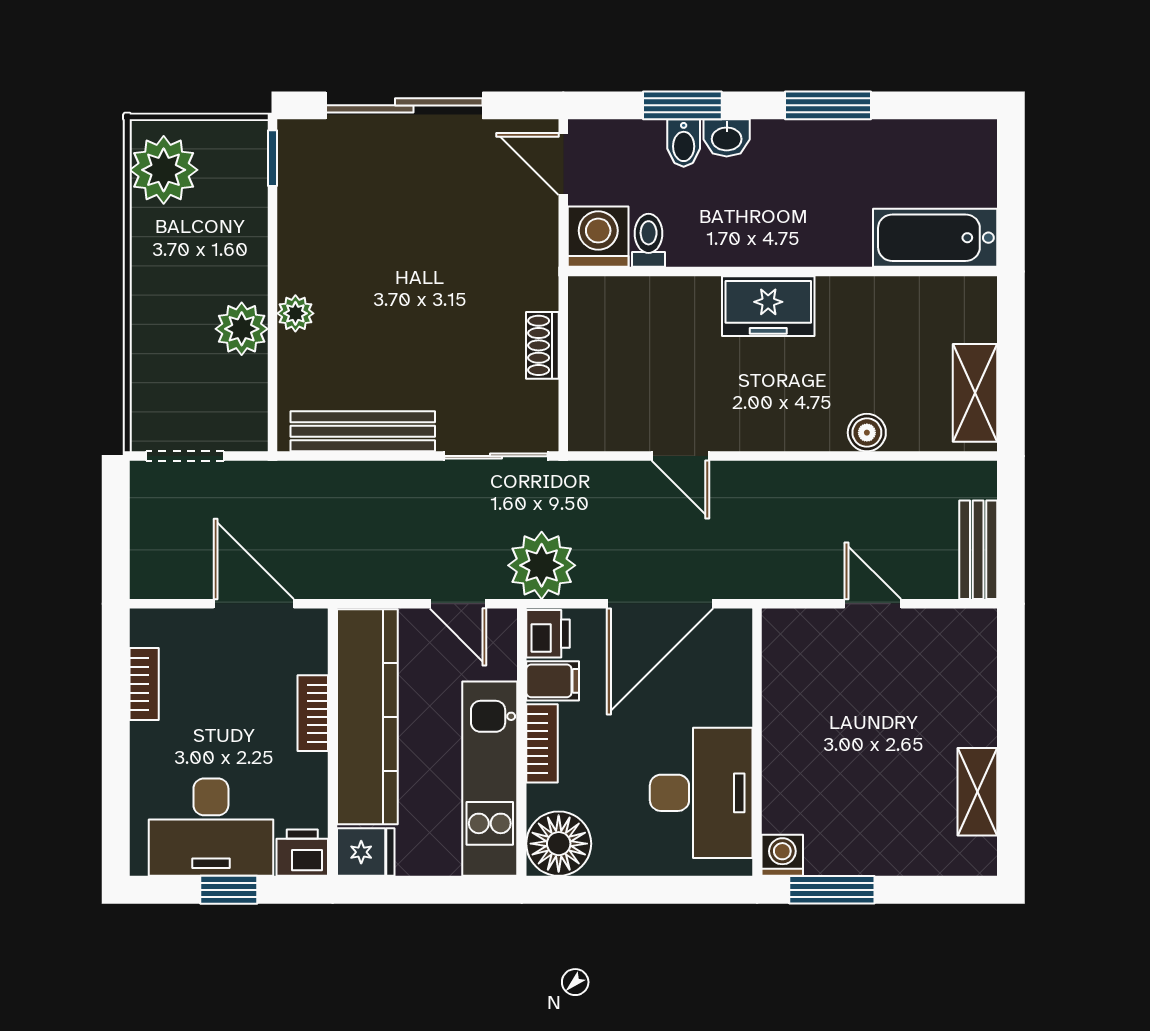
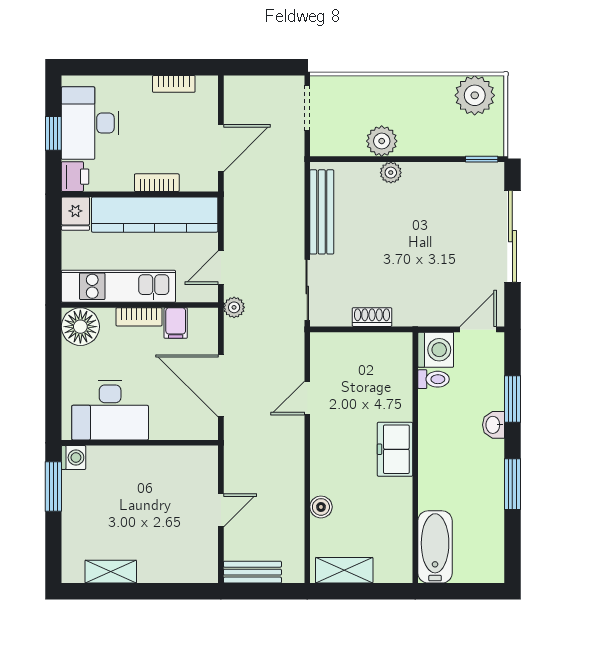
bidet: (684, 143) -> (490, 400), removed
plant: (542, 565) -> (234, 307), width x0.53, depth x0.53
printer: (548, 634) -> (203, 320), removed

